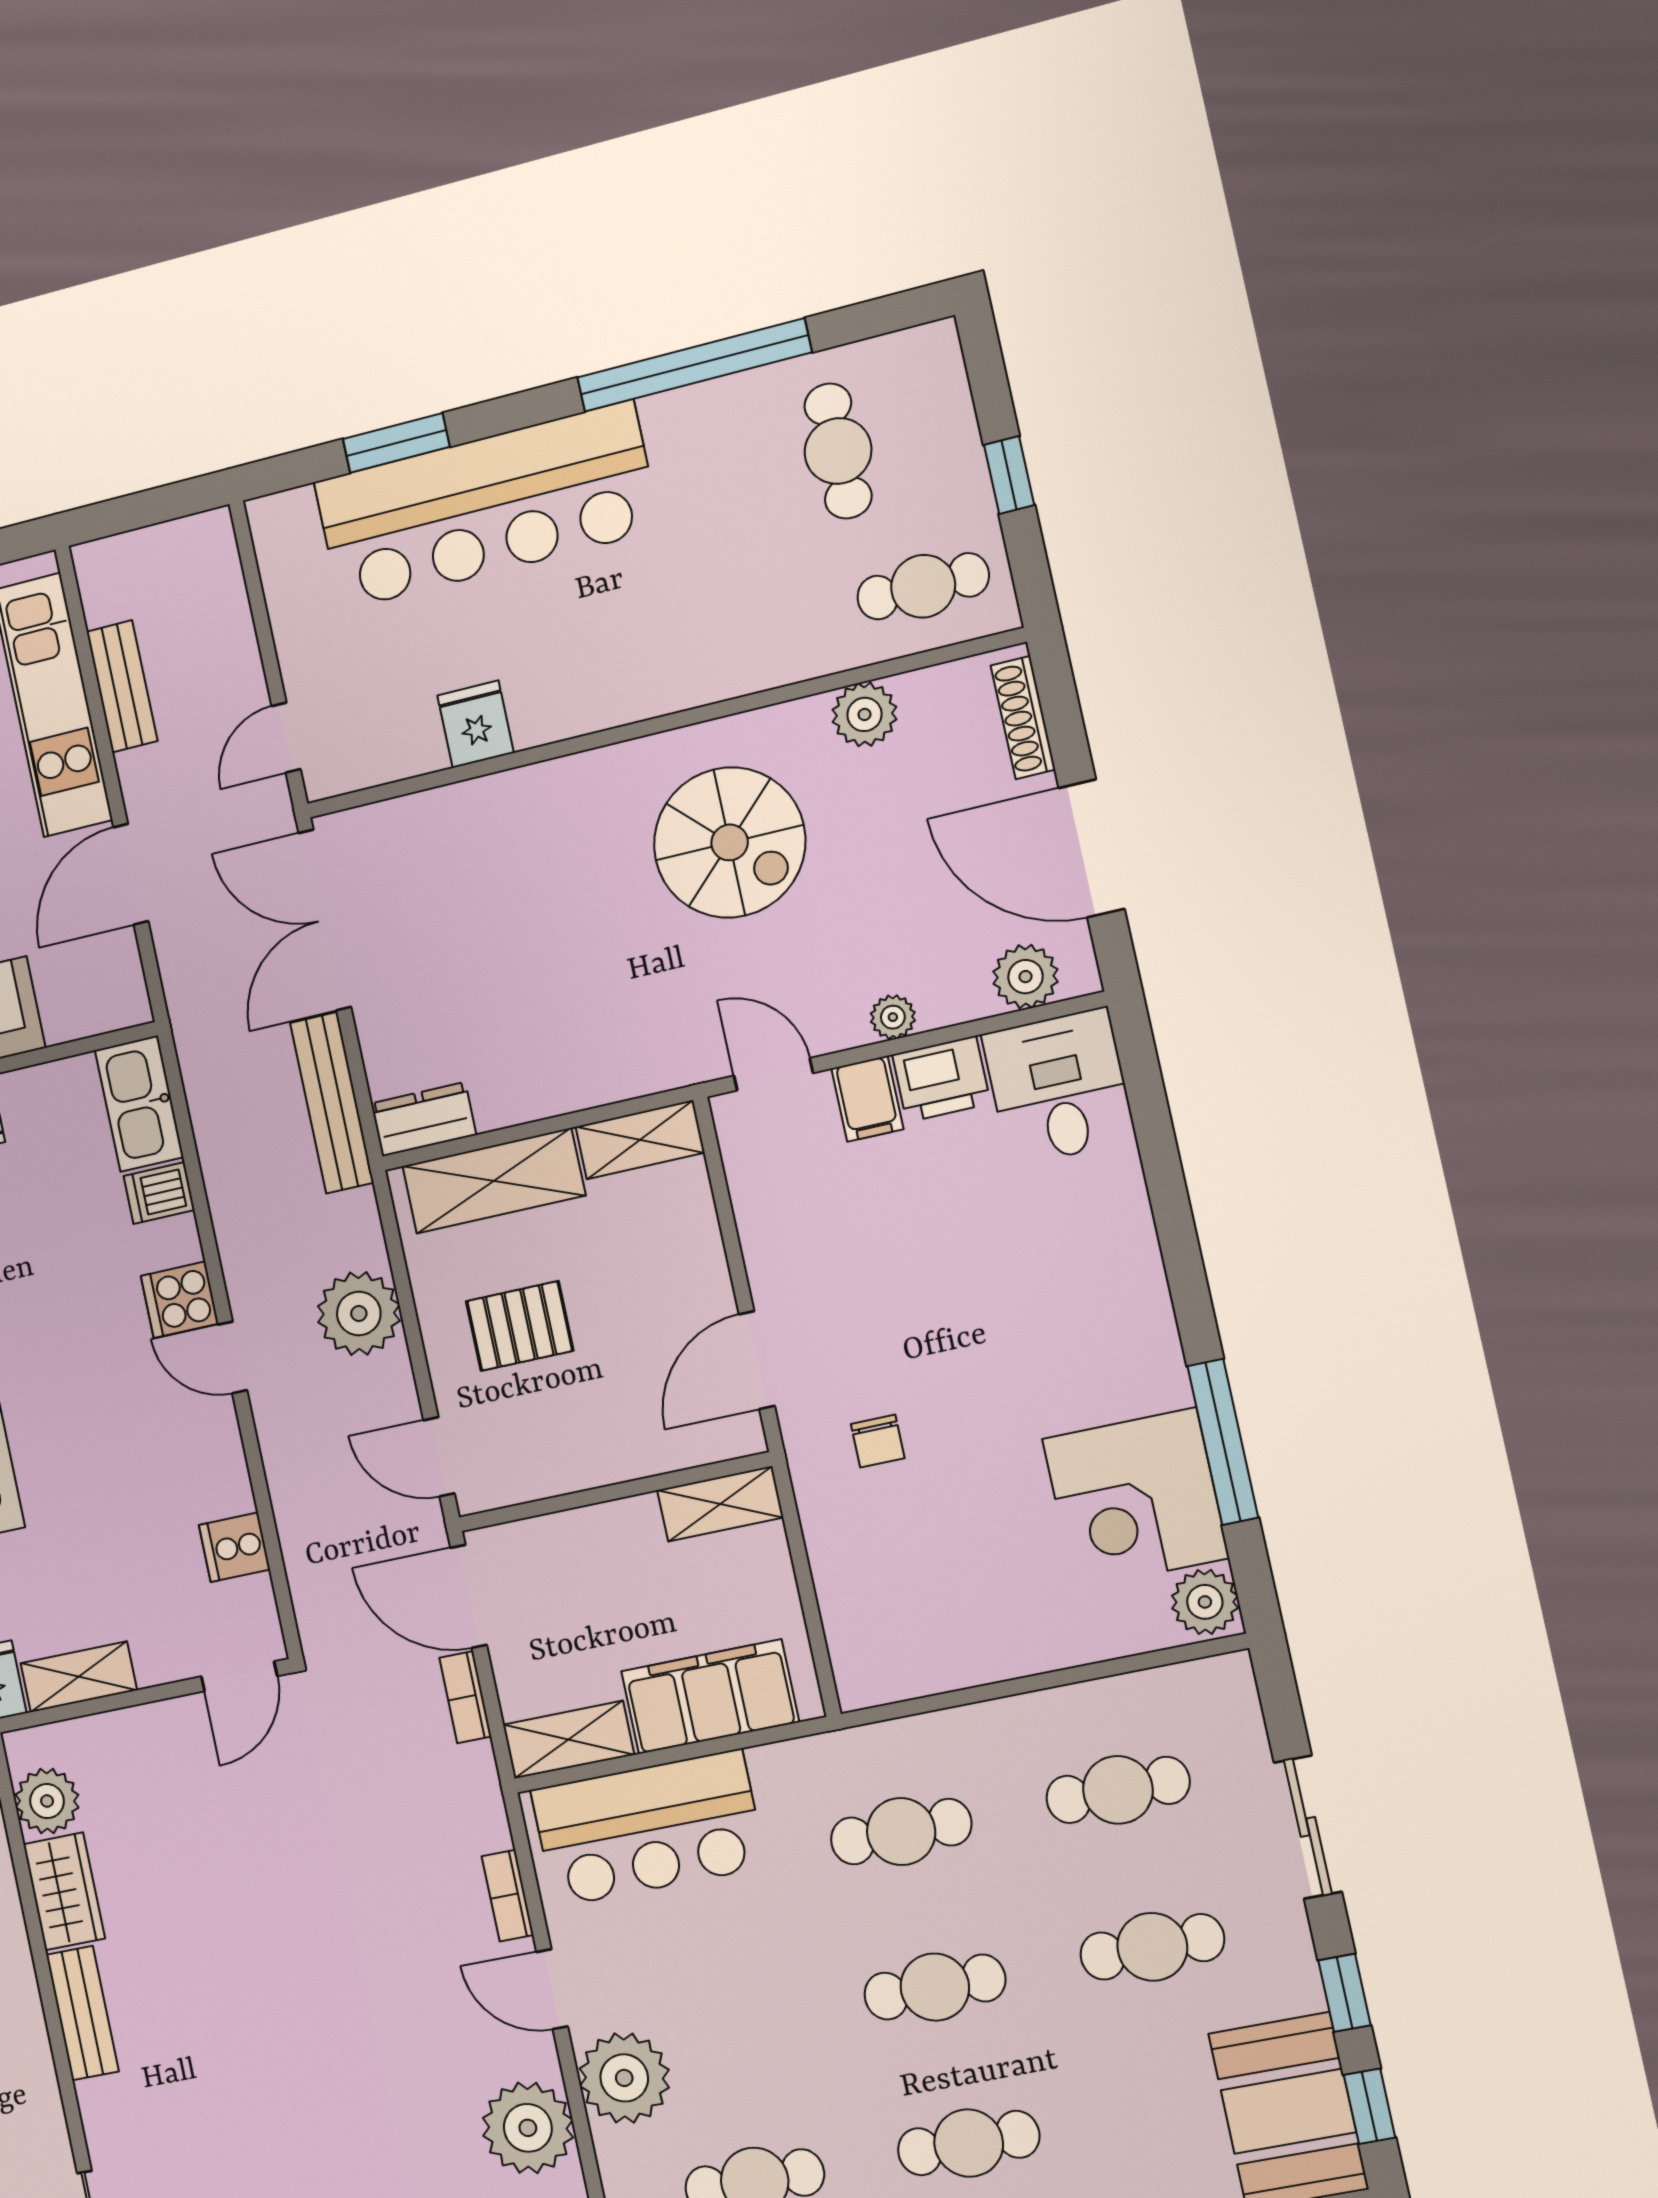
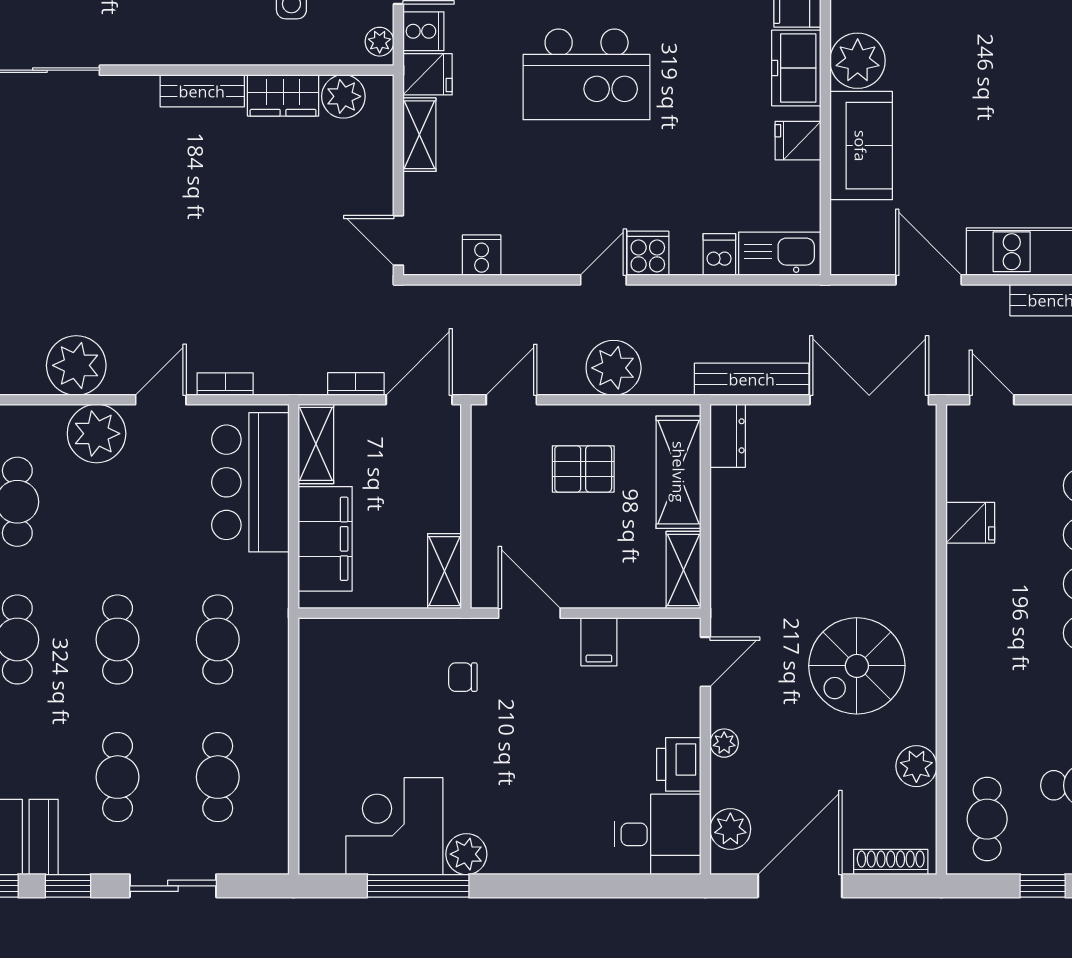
filing cabinet: (867, 1099) -> (599, 642), moved, turned -90
pallet: (520, 1326) -> (583, 469), turned 90
plant: (1205, 1602) -> (466, 854), moved

